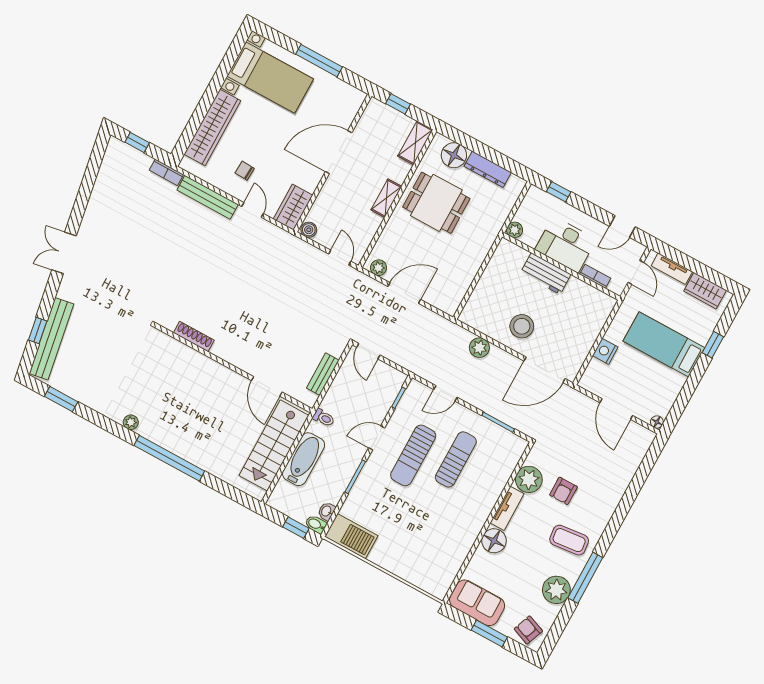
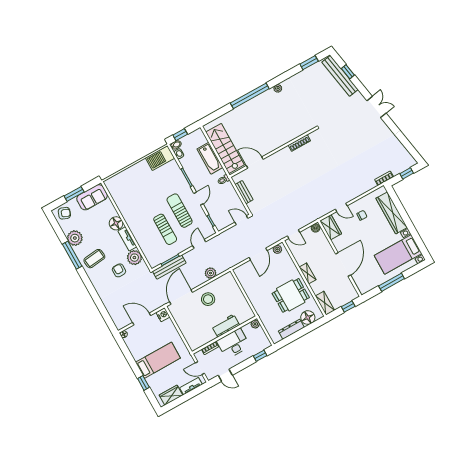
bench: (208, 197) -> (169, 267), moved
door: (622, 227) -> (225, 375), swing flipped
nightstand: (605, 351) -> (163, 315), moved

